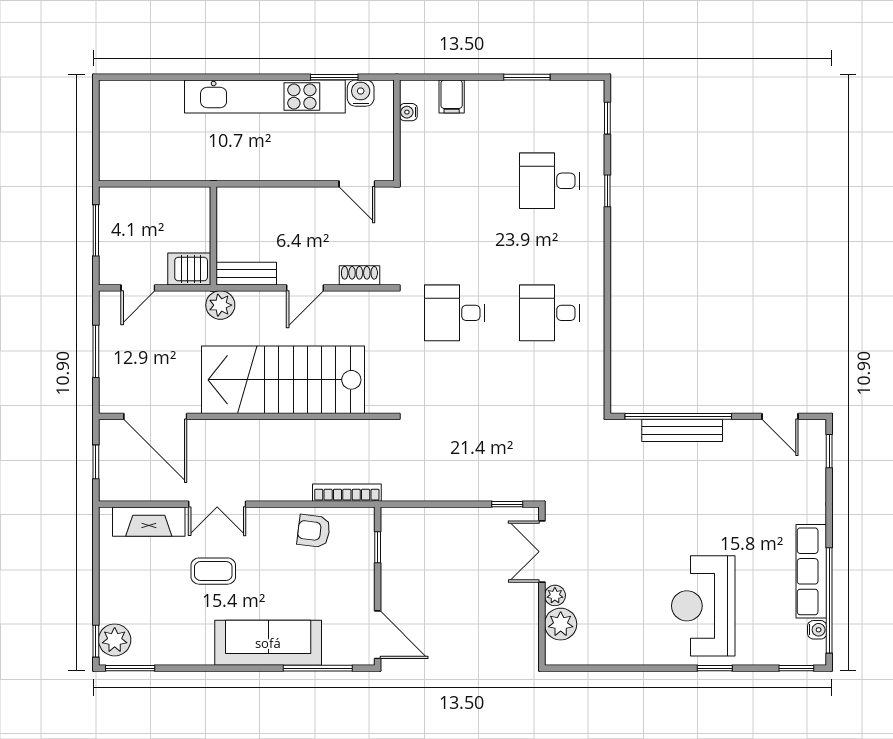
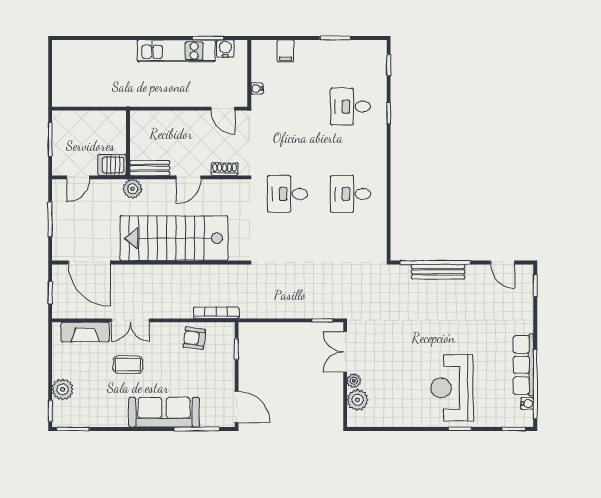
kitchen unit: (265, 96) -> (176, 51), width x0.73
water cooler: (408, 112) -> (257, 89), moved
plant: (115, 640) -> (63, 389), moved

